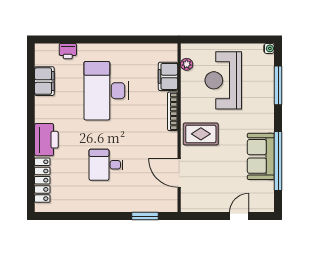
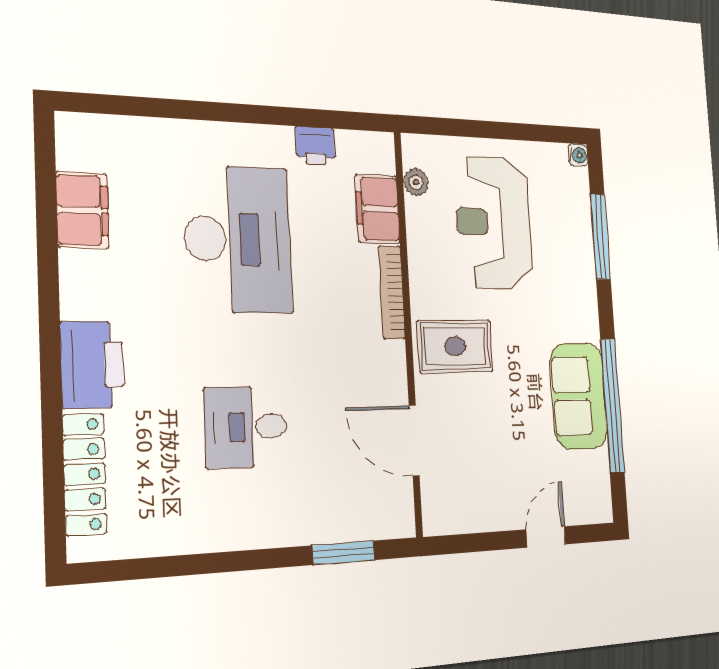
printer: (68, 51) -> (315, 146), moved
desk: (106, 91) -> (238, 239), turned 180

